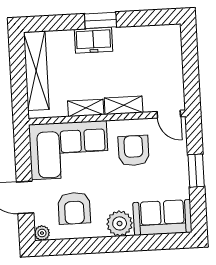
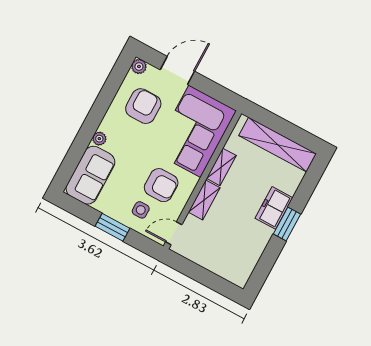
side table: (166, 155) -> (141, 210), added
armchair: (74, 208) -> (143, 106), turned 90
plant: (120, 223) -> (99, 139), width x0.53, depth x0.53

